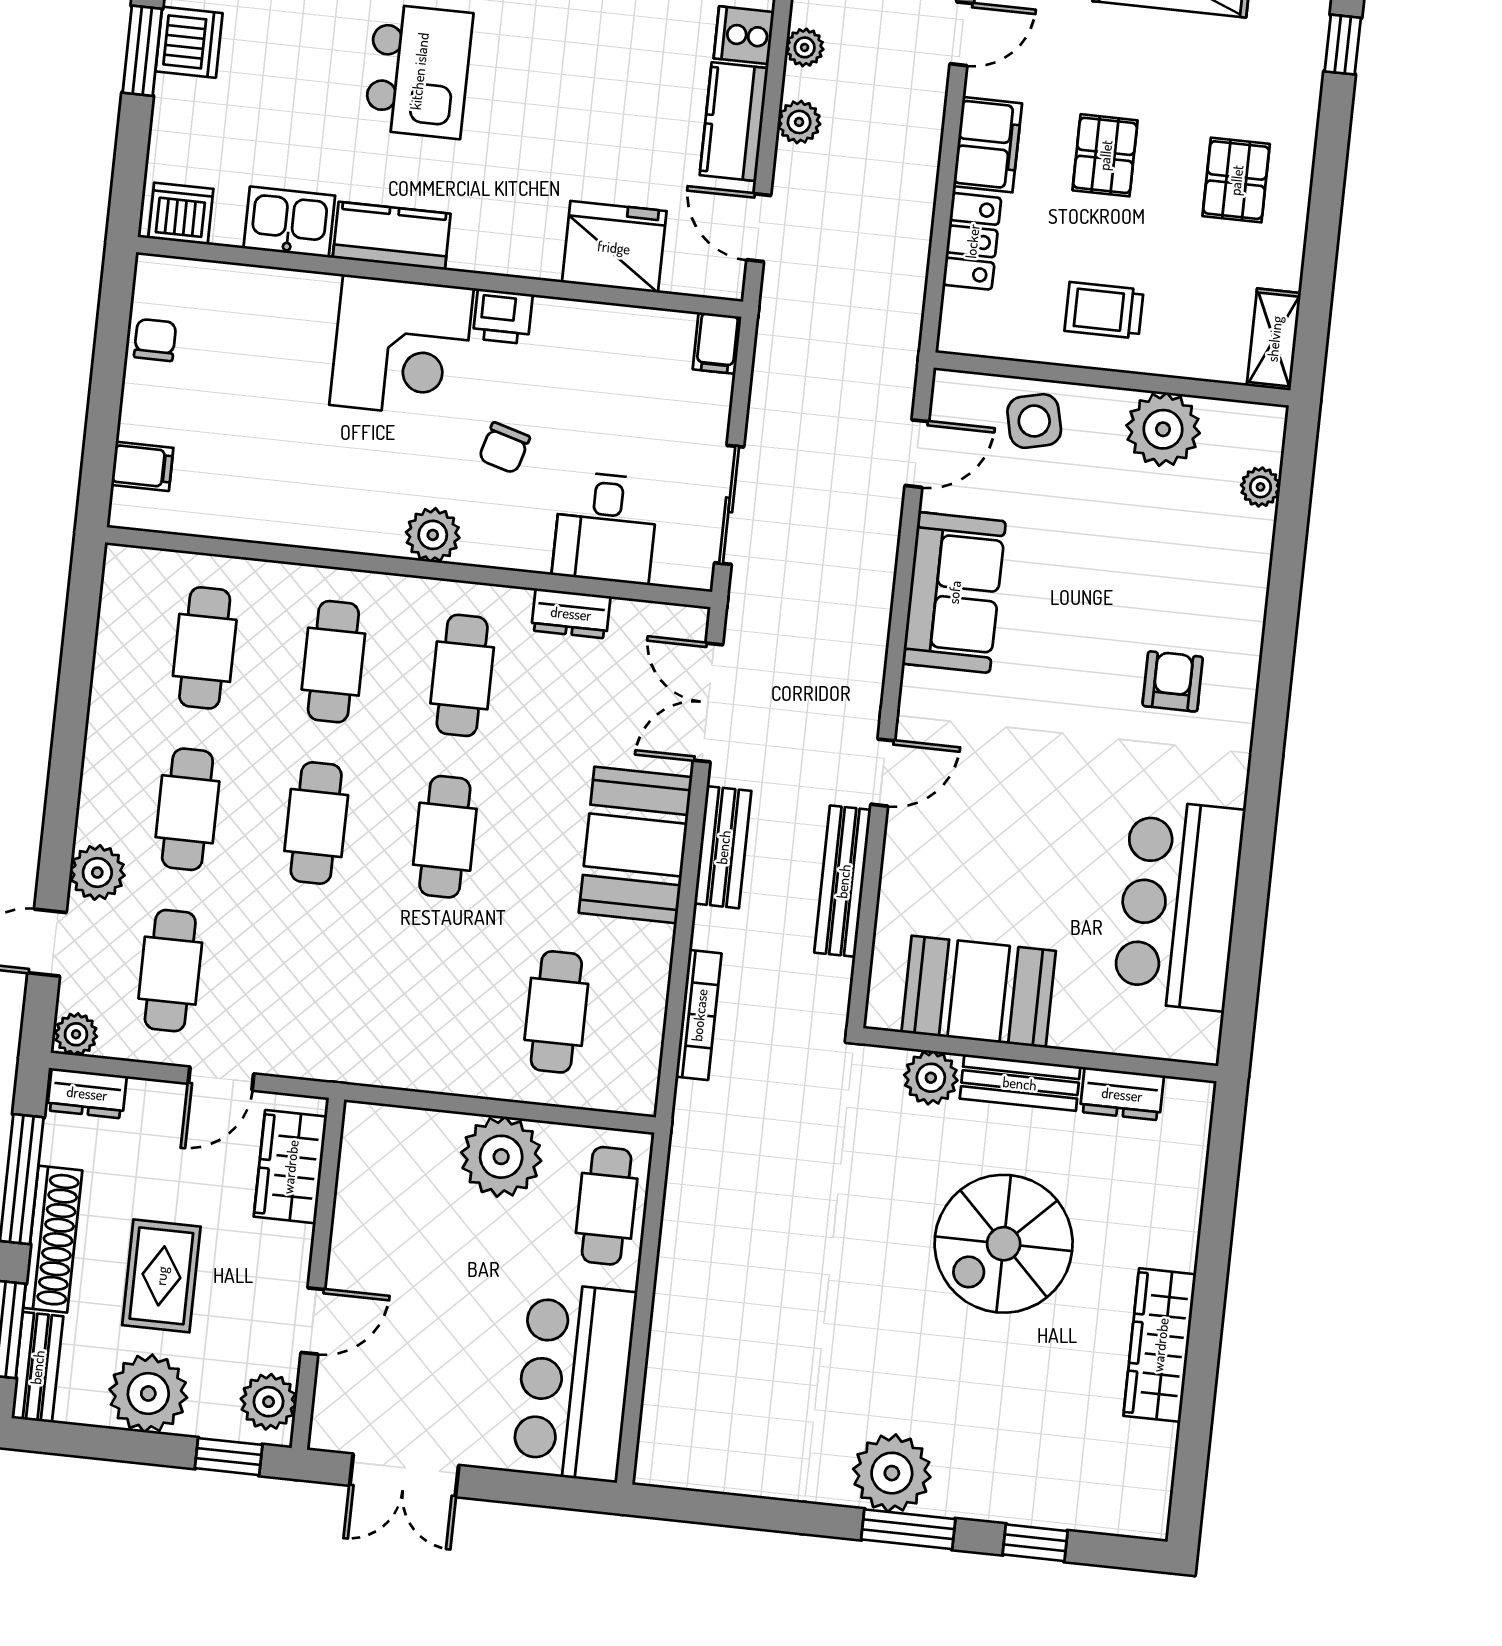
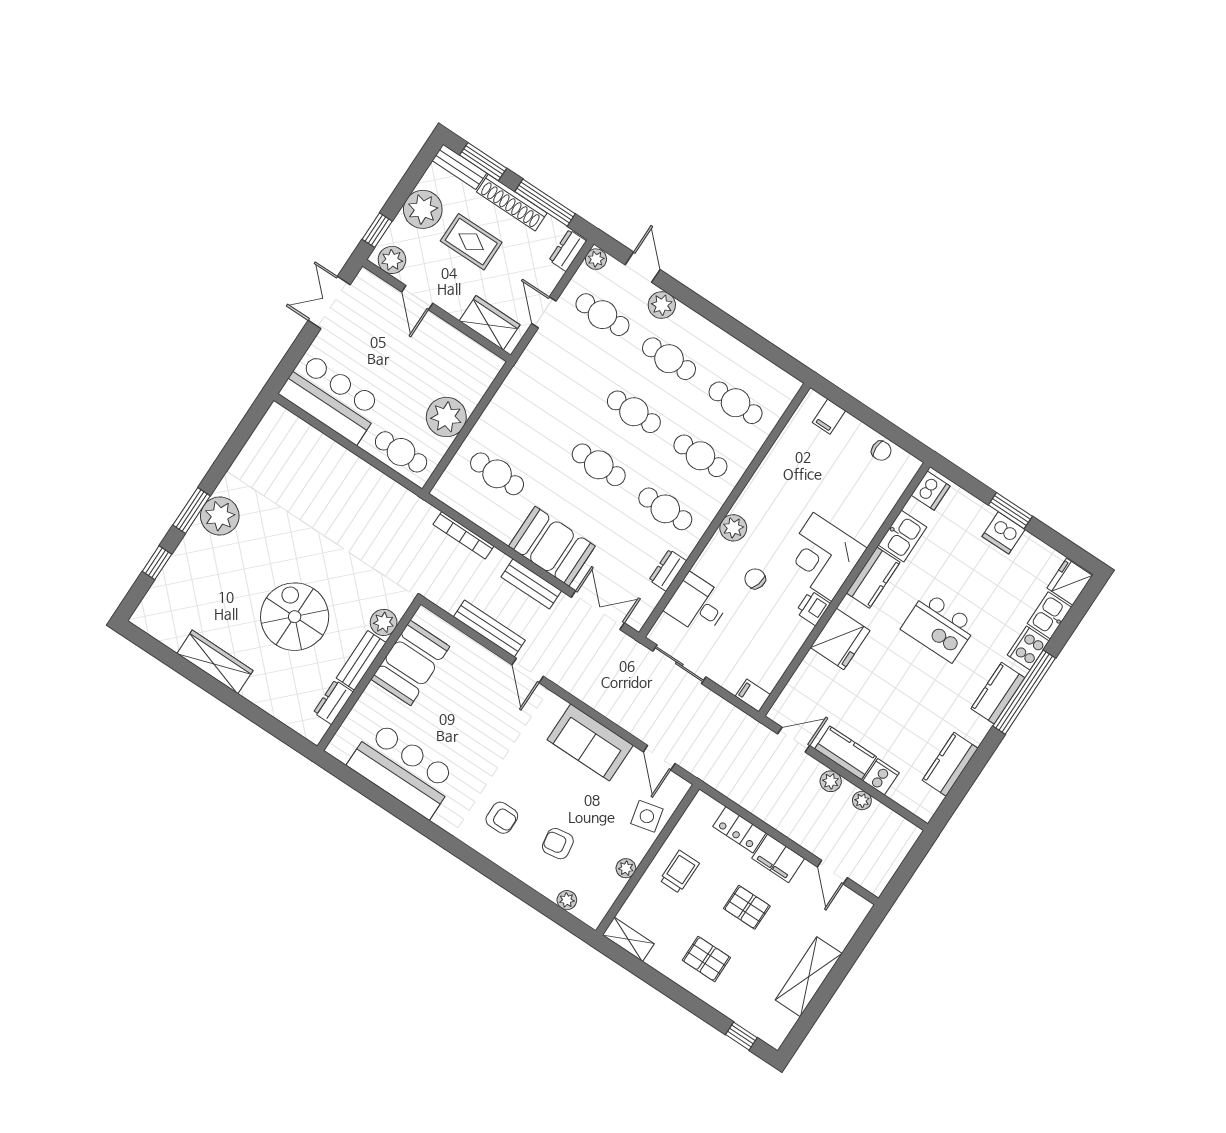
fridge: (614, 247) -> (840, 639), moved
plant: (1163, 429) -> (626, 868), width x0.53, depth x0.53
armchair: (1167, 556) -> (558, 844), added

